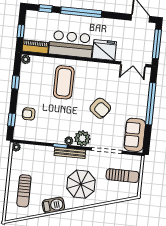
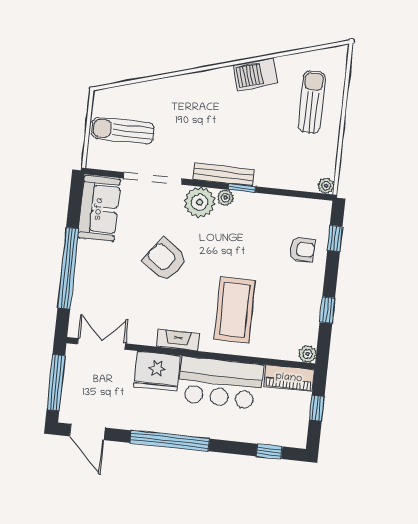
window: (81, 12) -> (170, 441), moved
fireplace: (93, 66) -> (178, 340), added
parasol: (81, 184) -> (202, 114), removed

